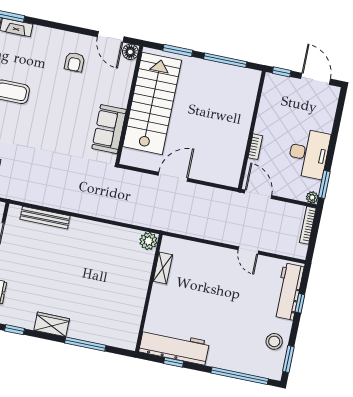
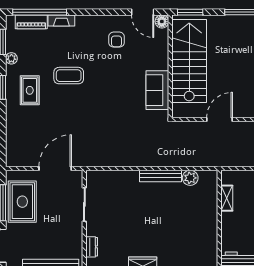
window: (178, 51) -> (190, 12), moved
bench: (45, 218) -> (161, 176), moved
plant: (148, 241) -> (190, 178), moved

